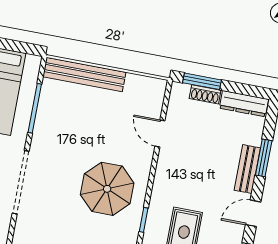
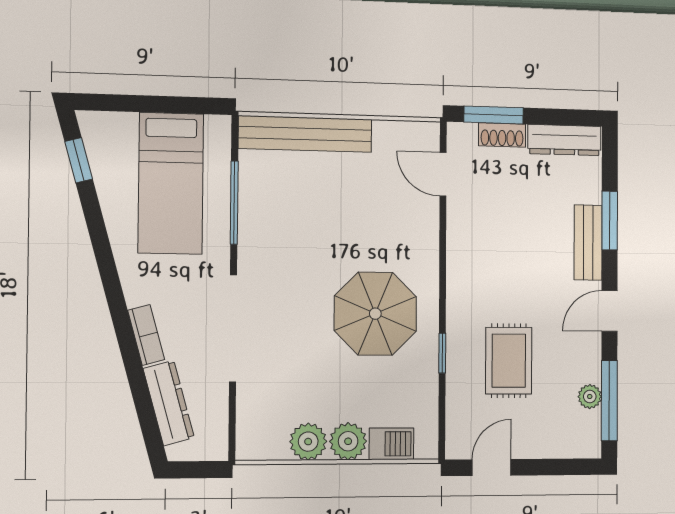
door: (160, 133) -> (443, 174), moved

